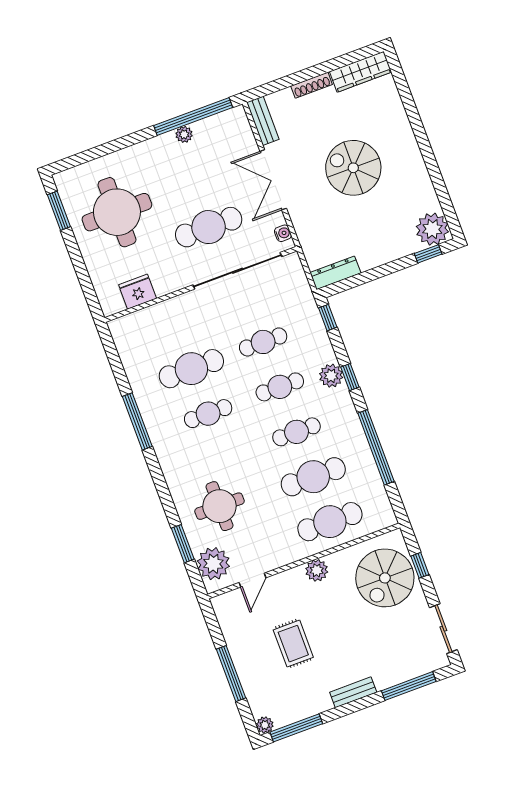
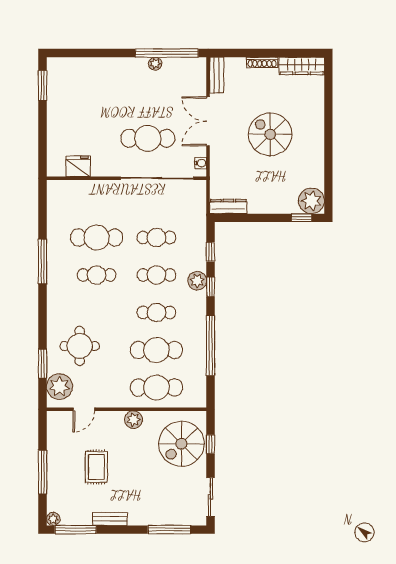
round table: (117, 212) -> (85, 102), removed
window: (328, 318) -> (211, 252), moved
bench: (353, 692) -> (110, 519), moved

